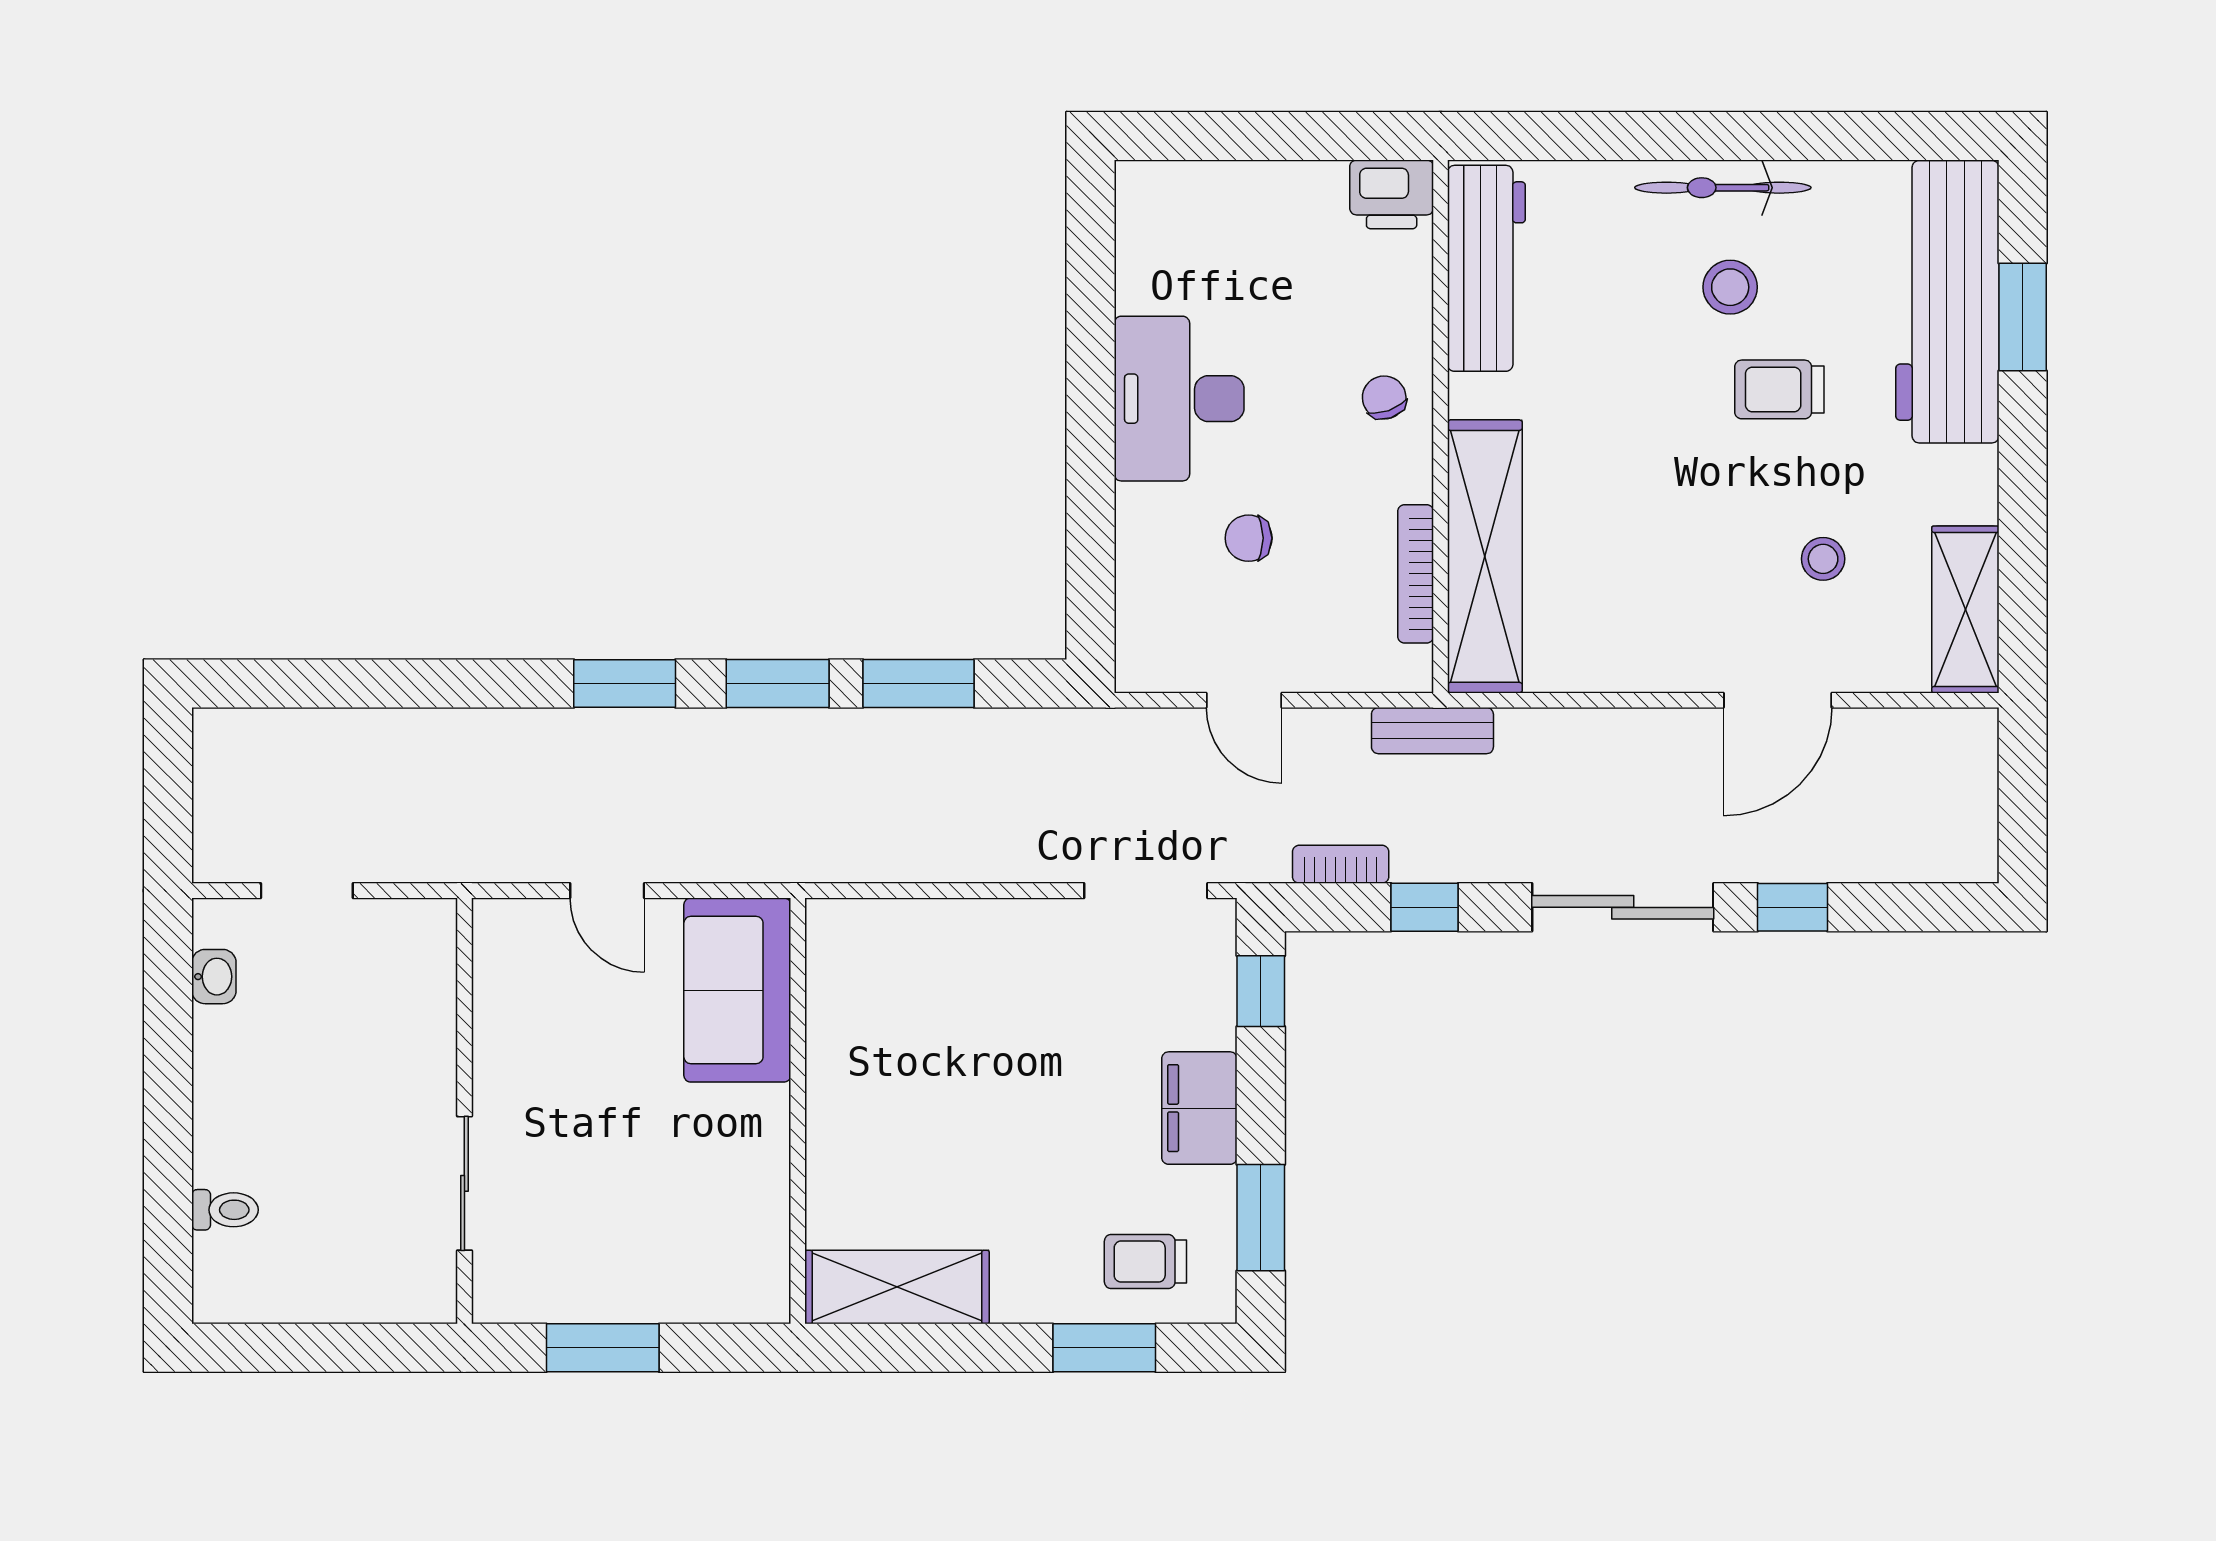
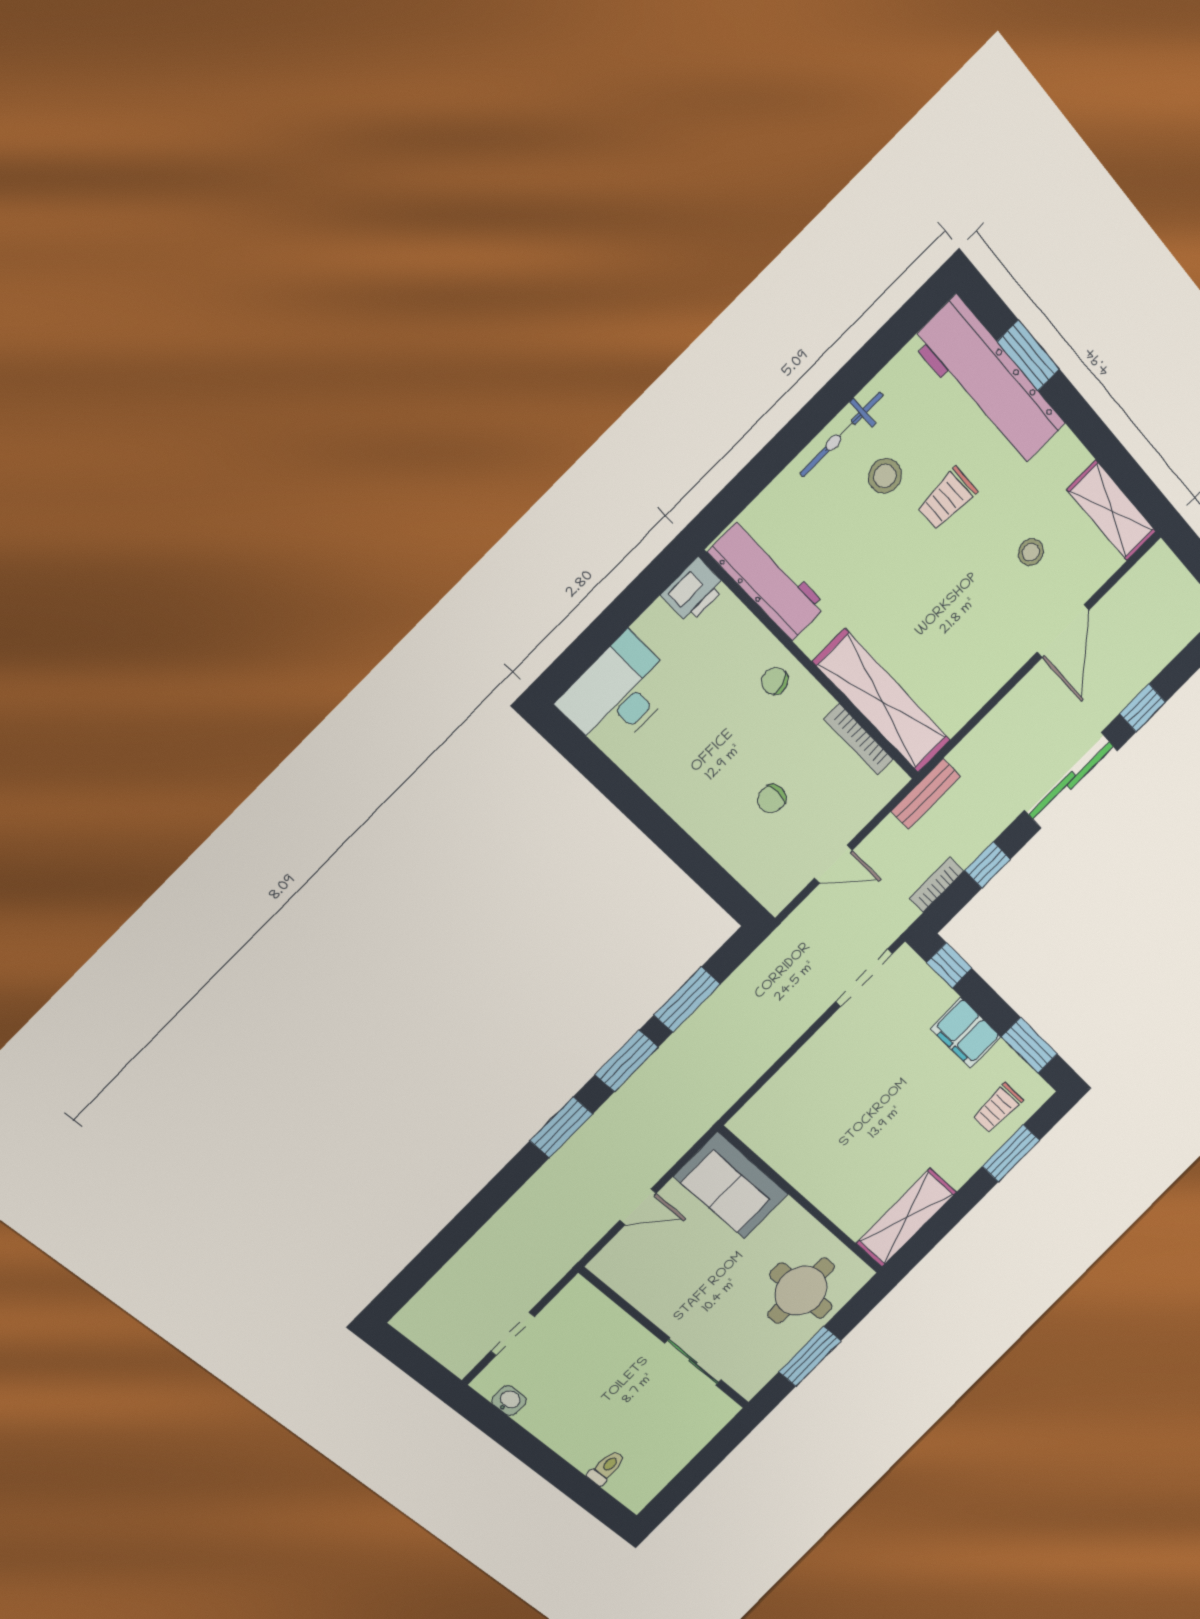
desk: (1179, 399) -> (619, 694), moved, turned 90
round table: (680, 1238) -> (801, 1291), added

